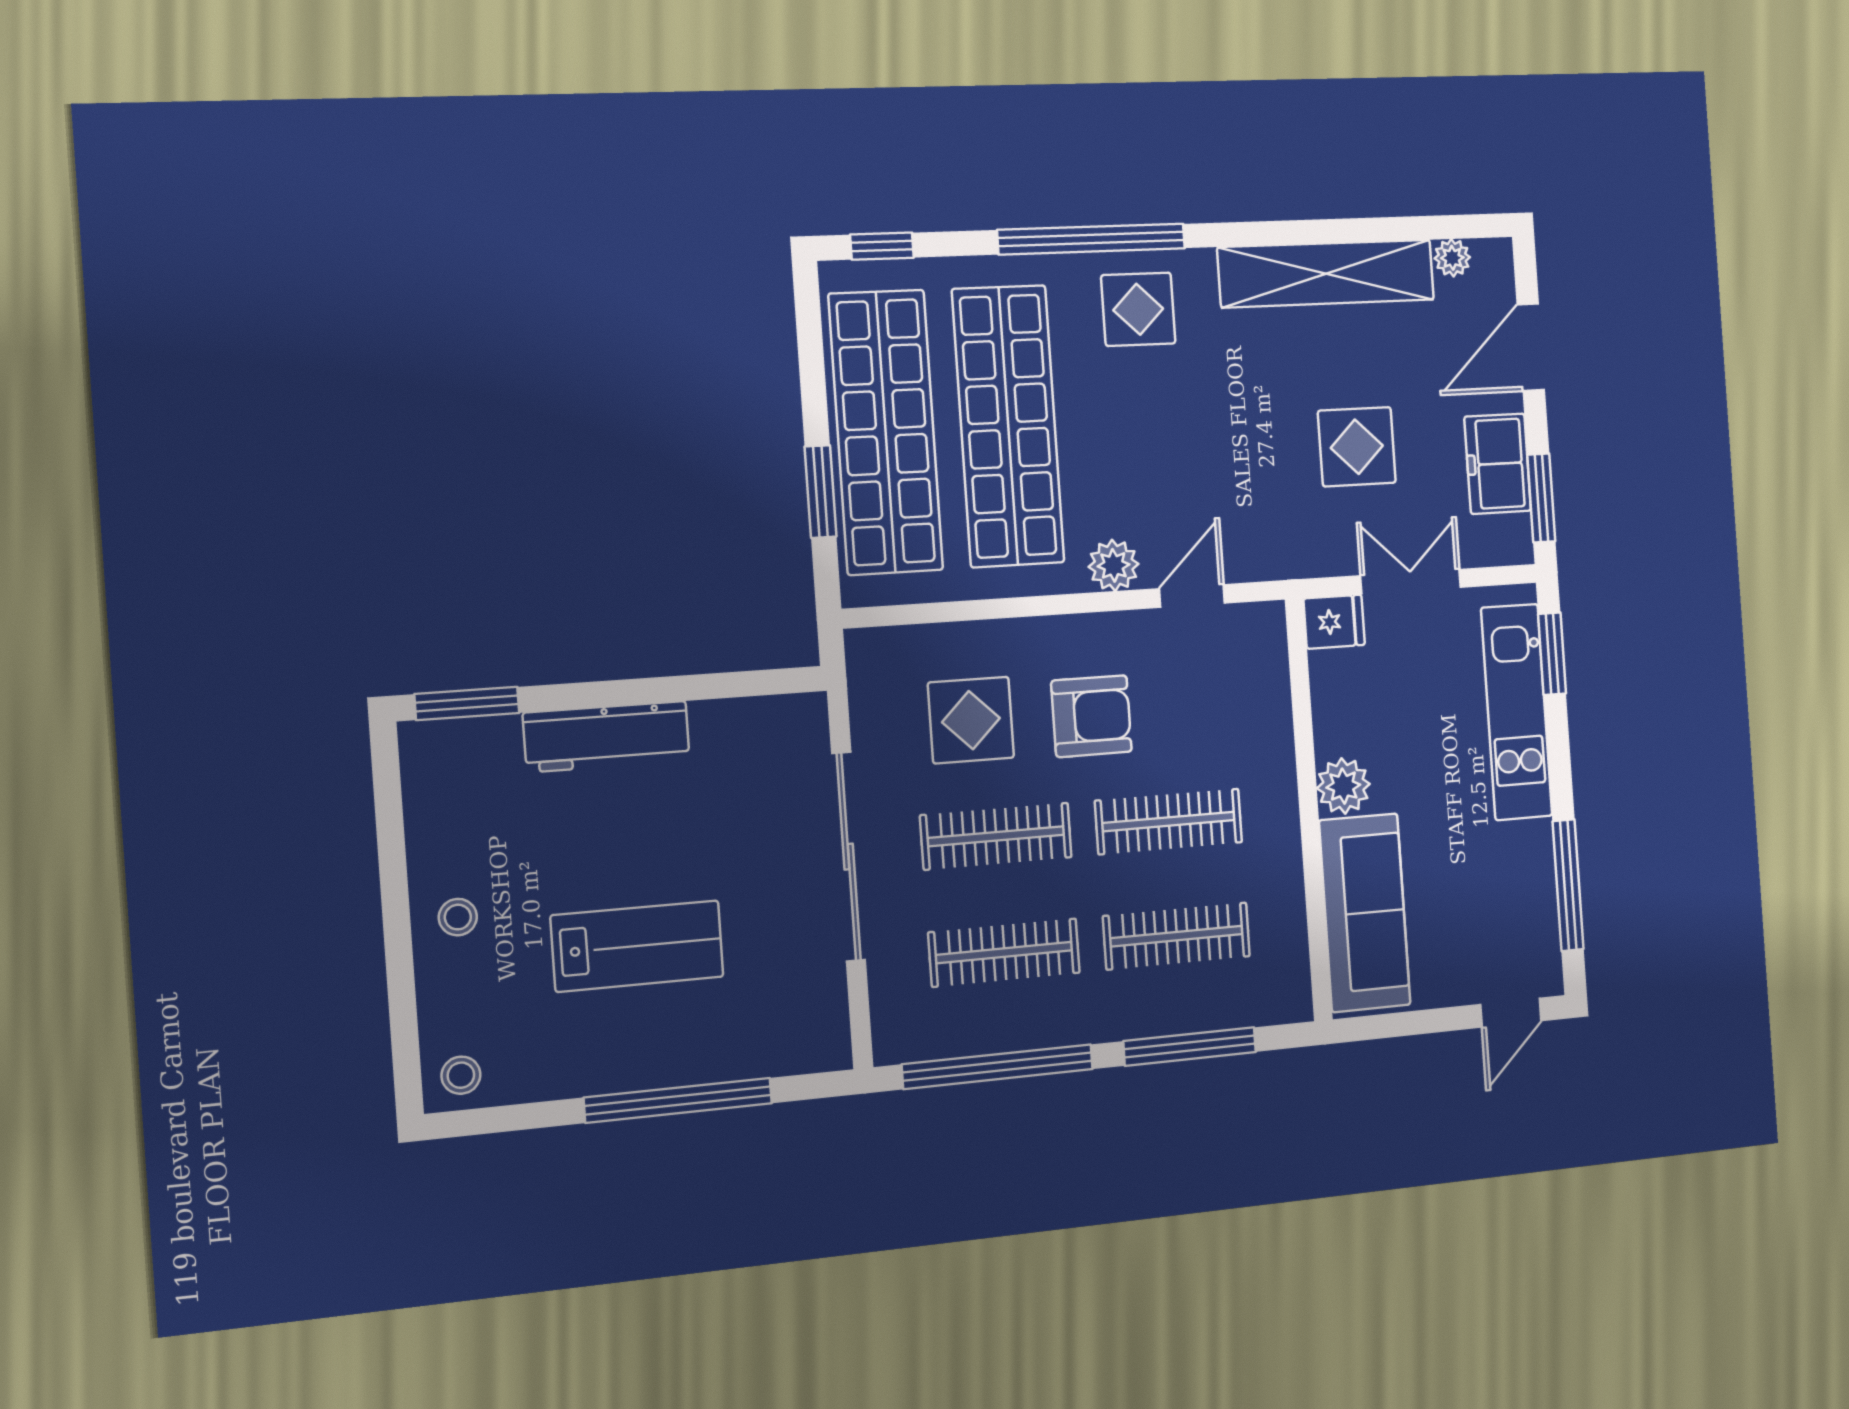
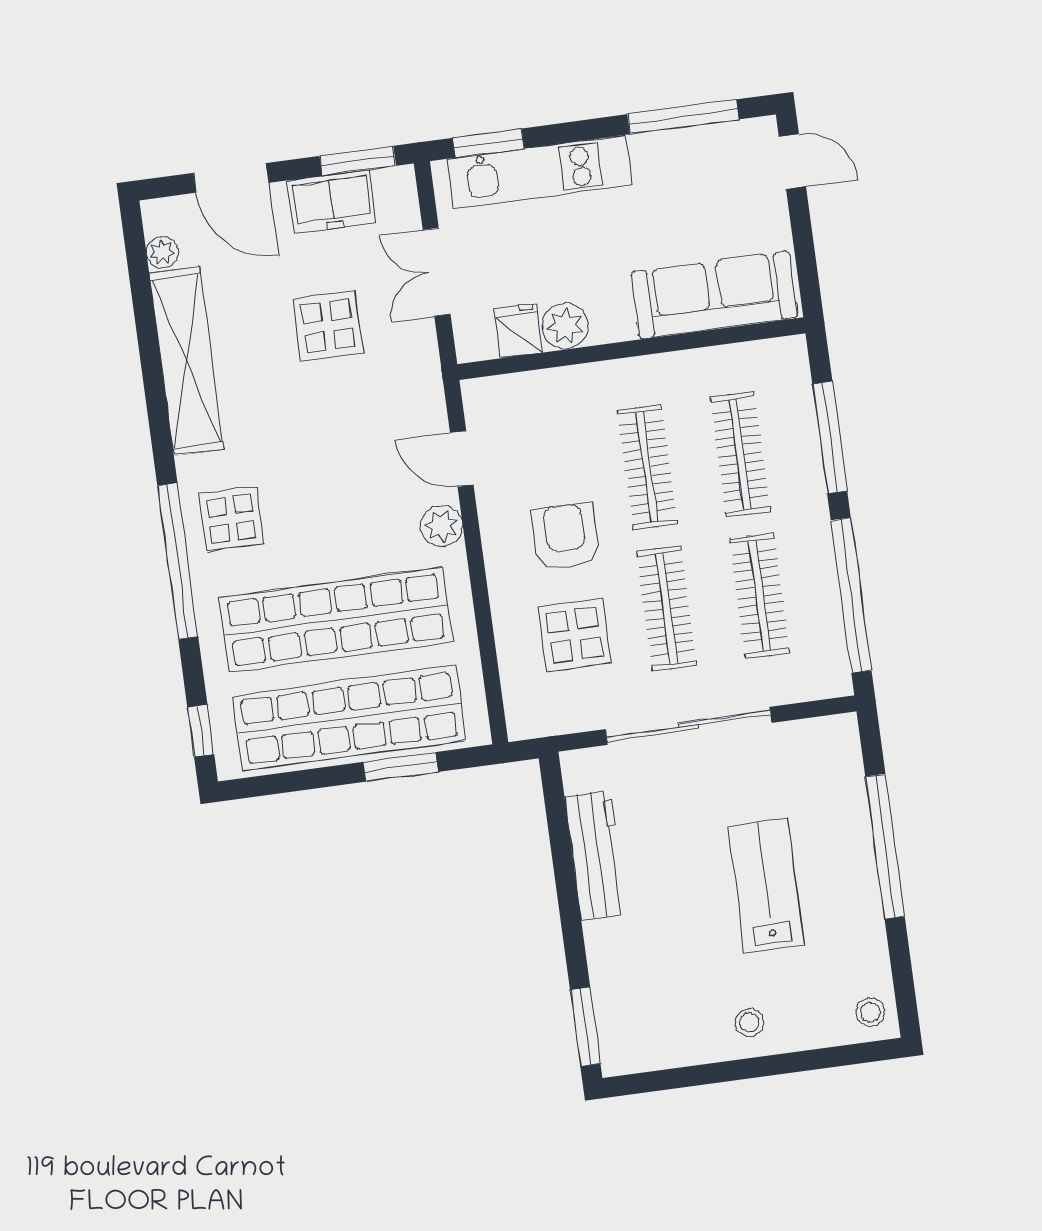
fridge: (1334, 622) -> (518, 331), moved
workbench: (607, 737) -> (596, 855), moved
plant: (1343, 786) -> (565, 326), moved

